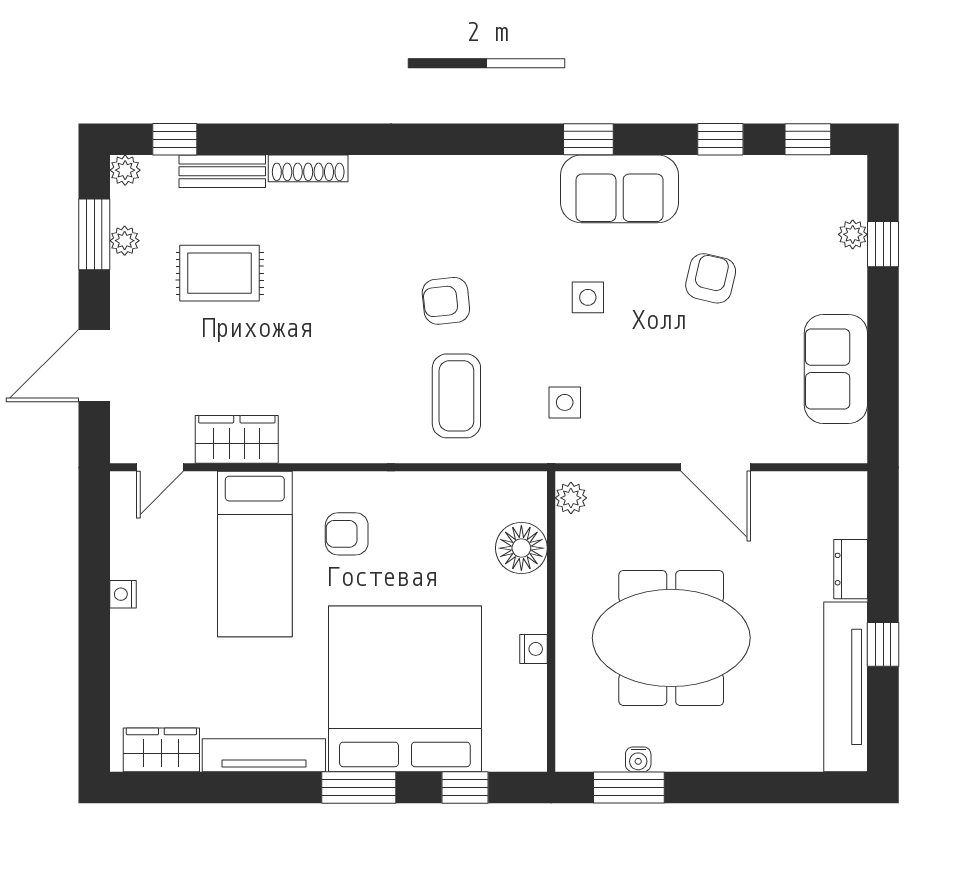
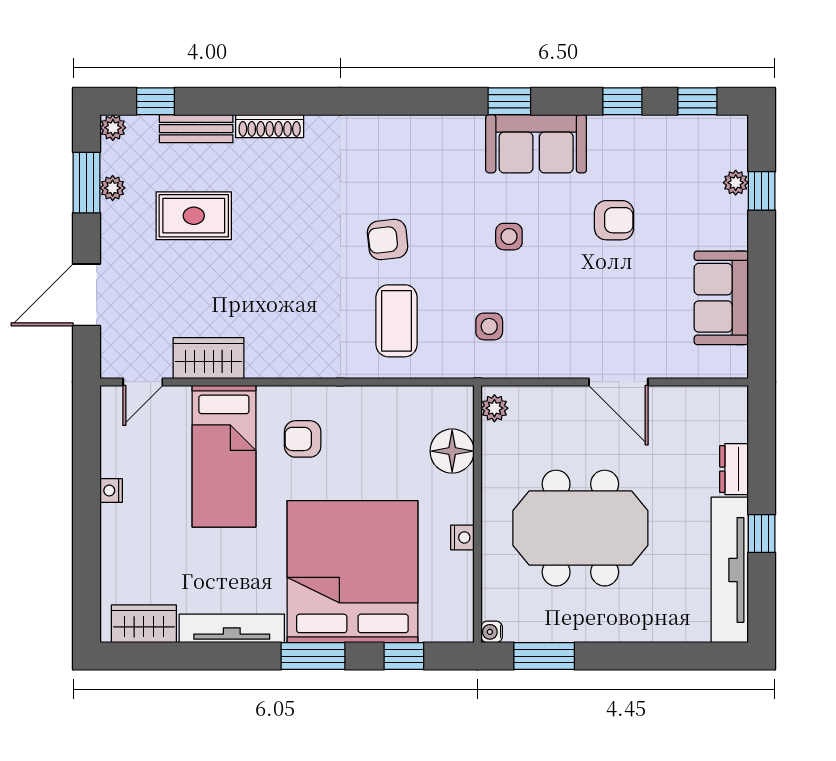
armchair: (711, 278) -> (614, 220), turned 77
water cooler: (638, 759) -> (492, 632), moved, turned 90

